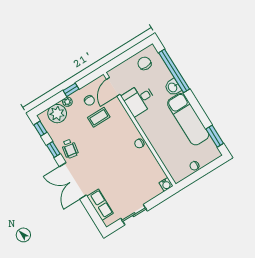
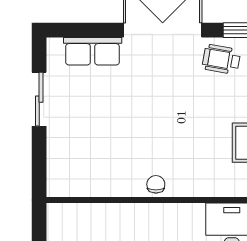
water cooler: (166, 184) -> (57, 186), removed

